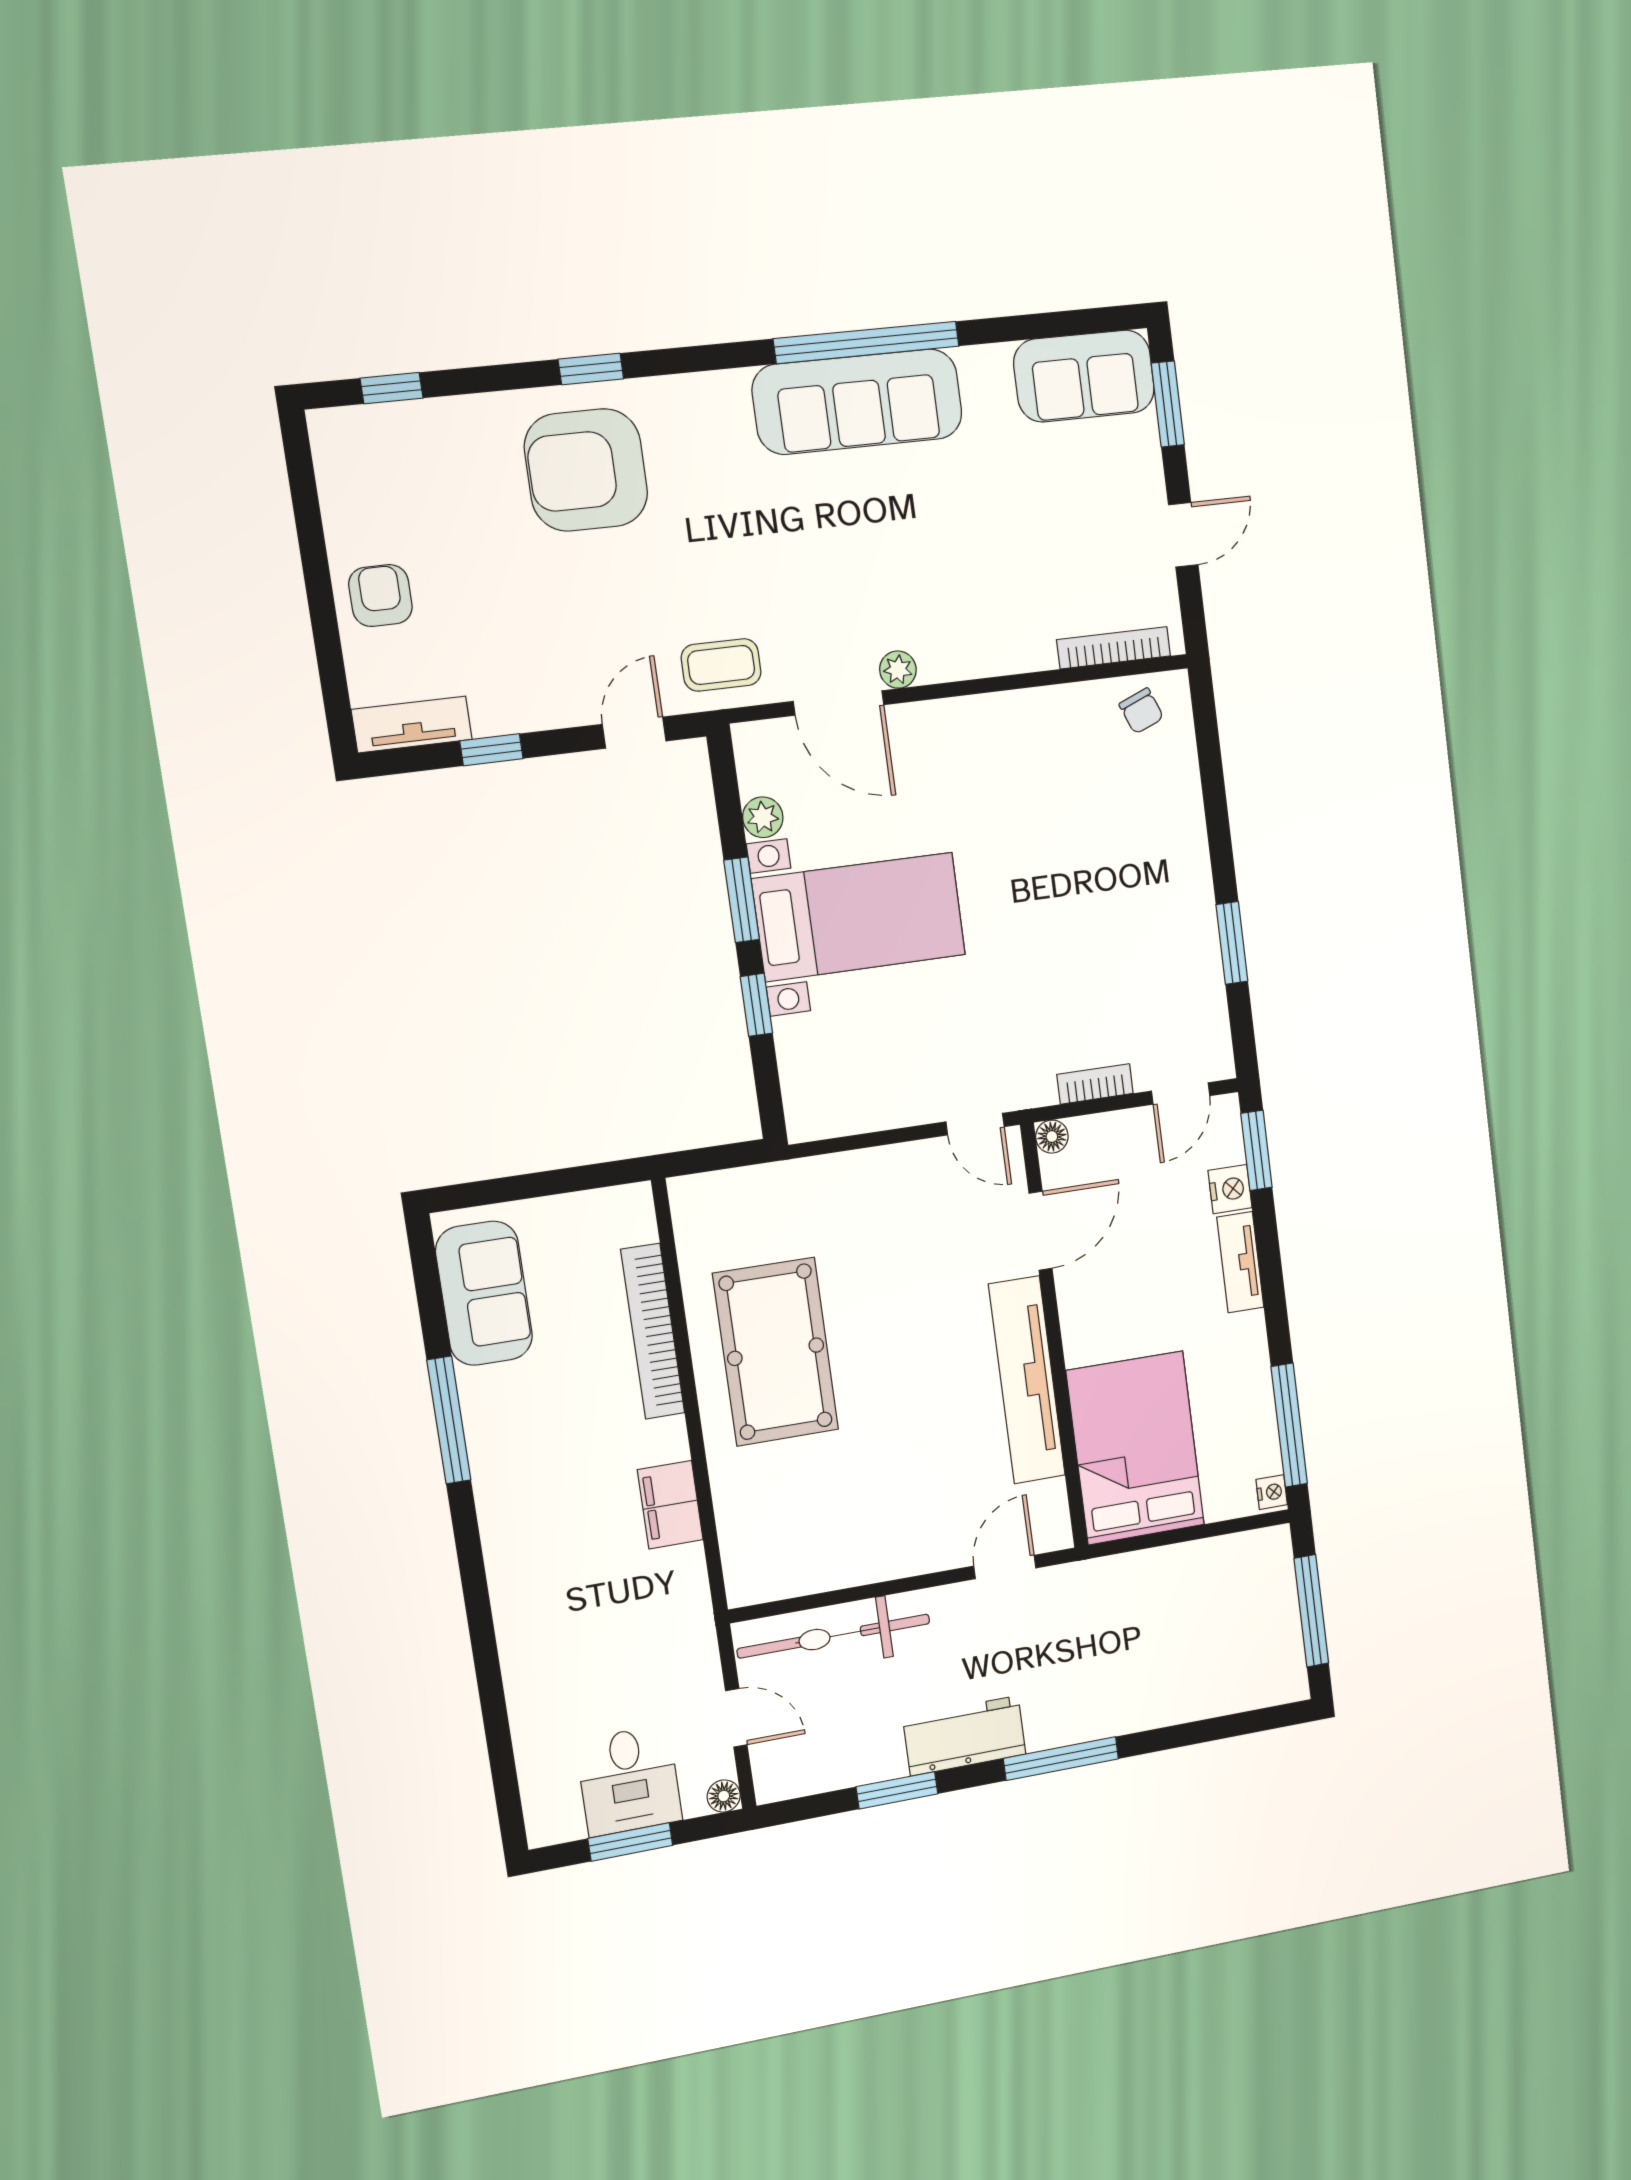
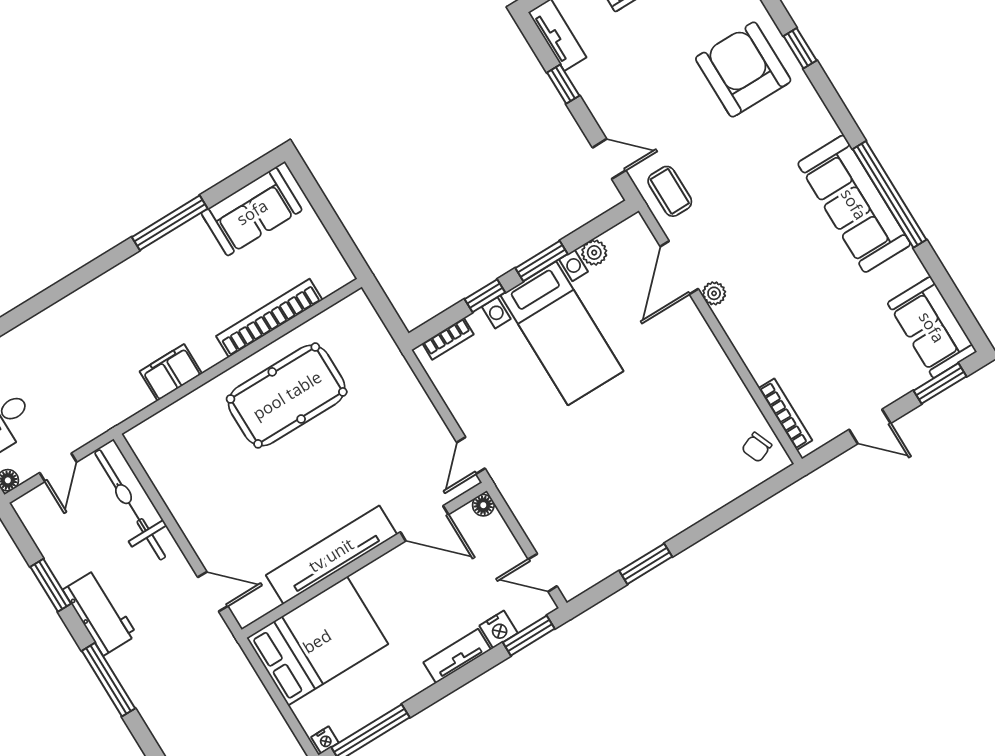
bookcase: (1095, 1084) -> (448, 339), moved, turned 90

